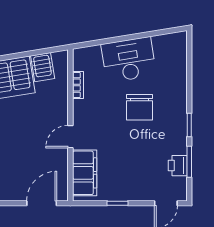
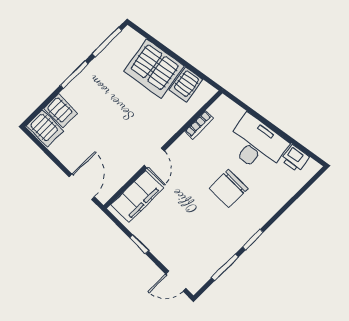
door: (70, 137) -> (154, 158), swing flipped
printer: (178, 166) -> (295, 158), moved, turned -99
door: (42, 203) -> (82, 187), hinge flipped

